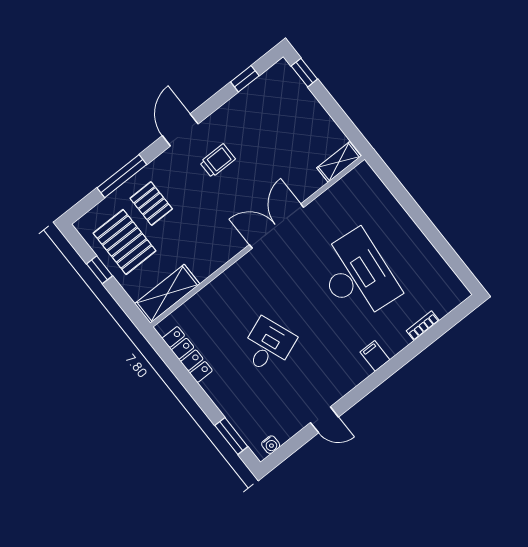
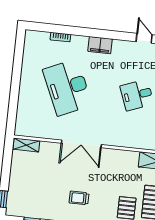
desk: (357, 275) -> (67, 87), turned -30
filing cabinet: (375, 356) -> (100, 45), width x2.00

